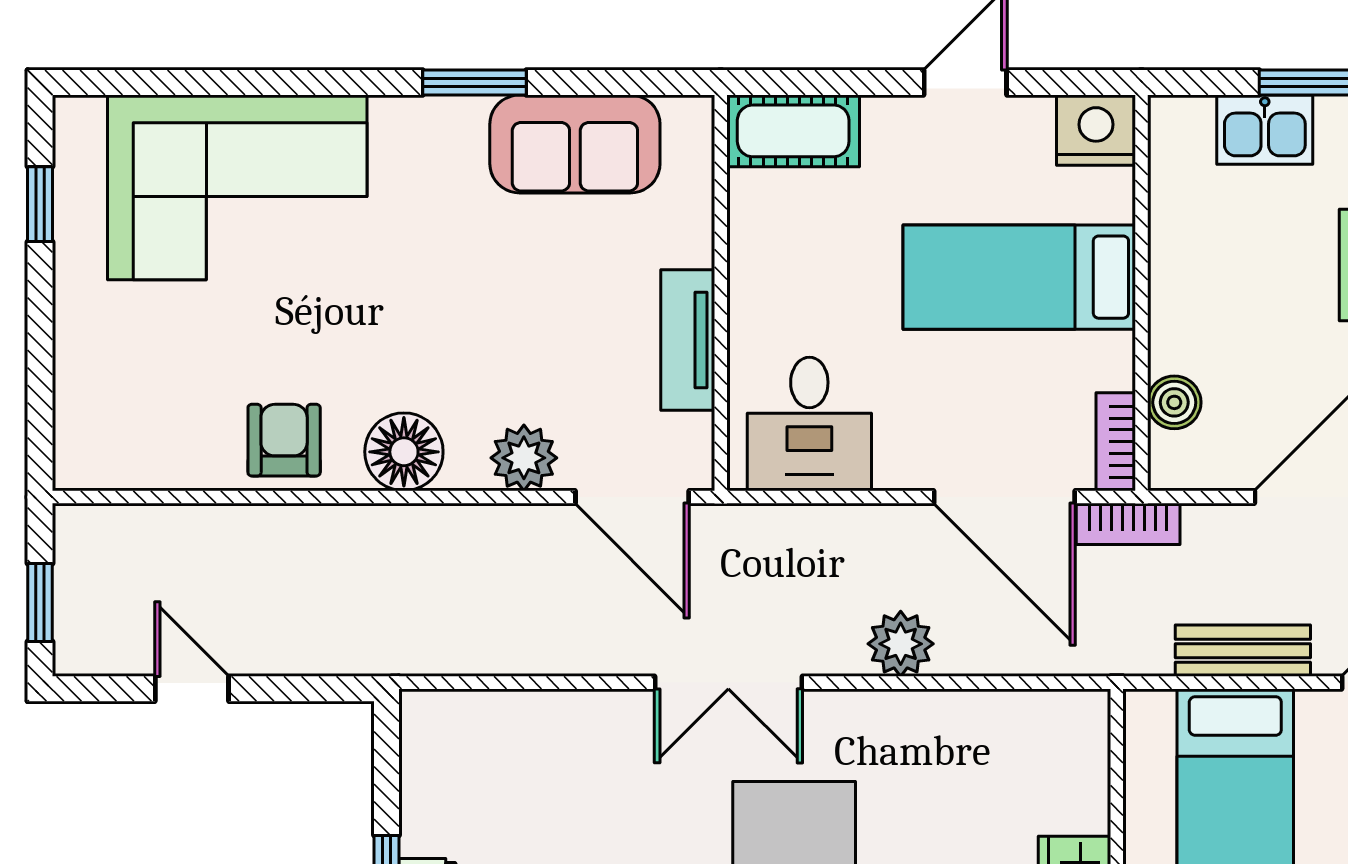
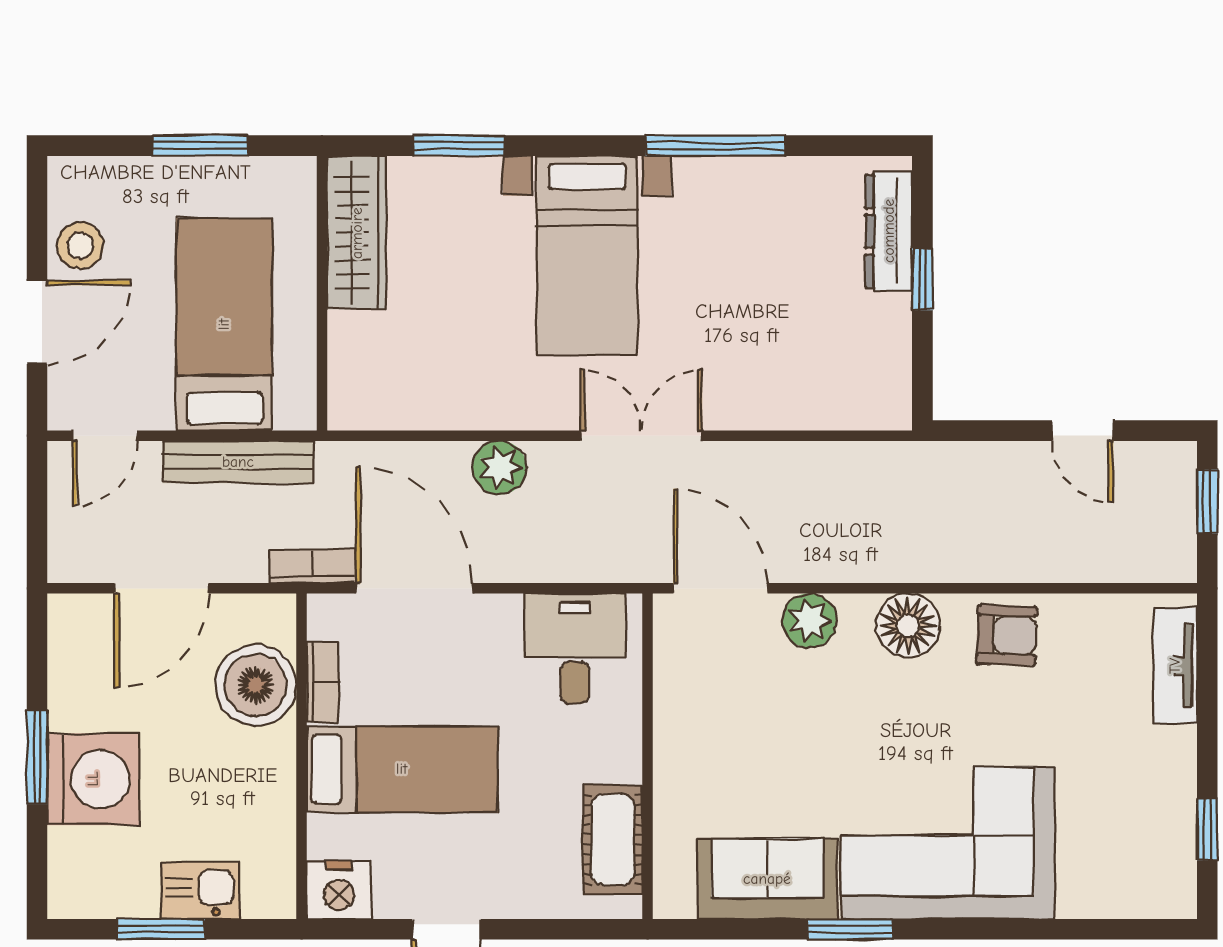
cot: (793, 131) -> (613, 840), moved, turned 90
corner sofa: (237, 187) -> (948, 843), moved
tv unit: (688, 340) -> (1175, 666), moved, turned 180
boiler: (1174, 402) -> (256, 685), width x1.86, depth x1.86
armchair: (284, 440) -> (1007, 635), turned -88
bookcase: (1116, 442) -> (323, 682), moved
bench: (1243, 651) -> (238, 462), width x1.36

